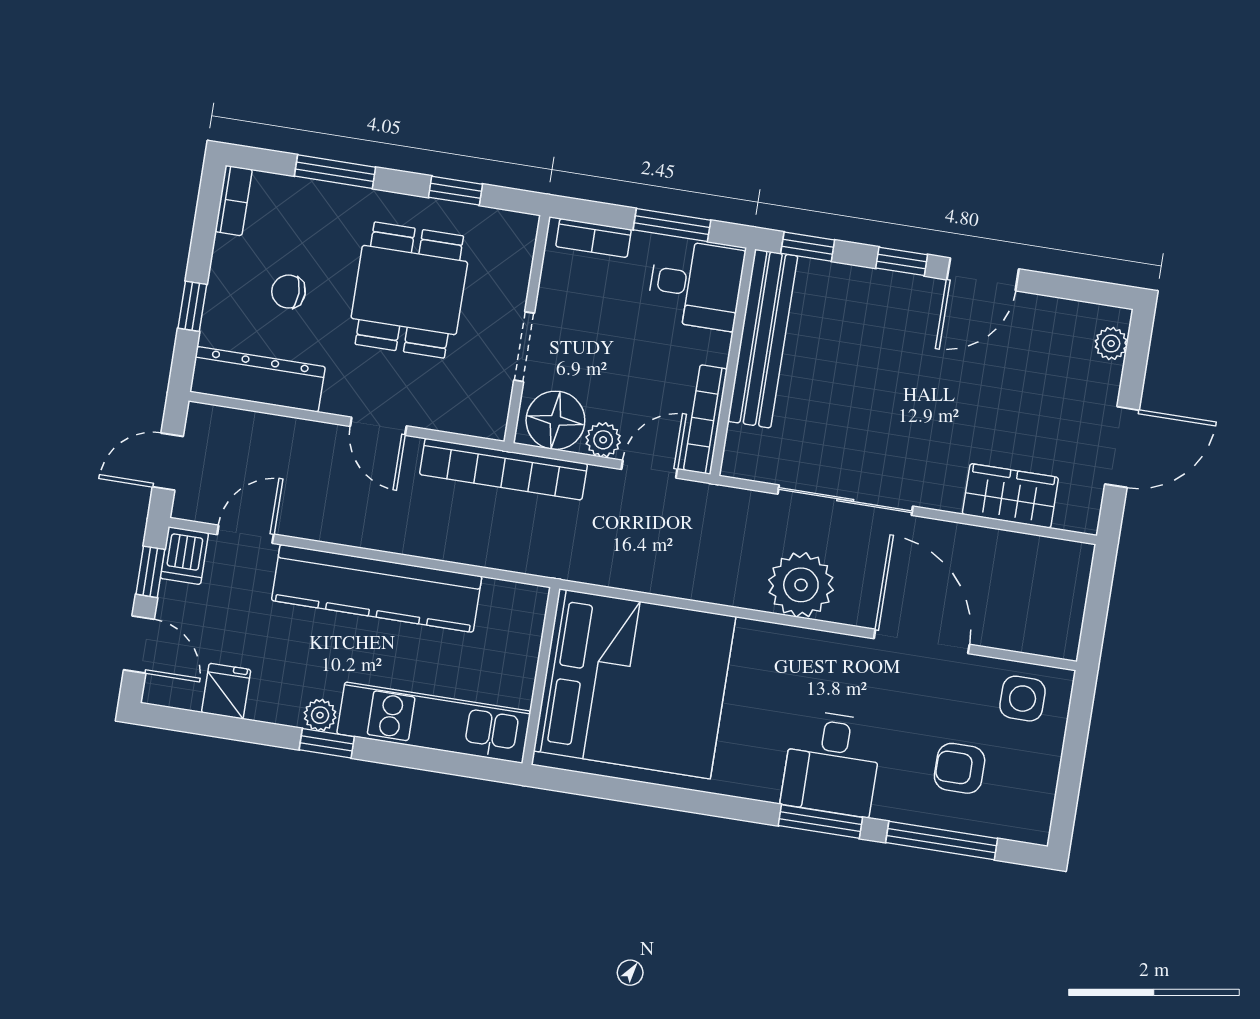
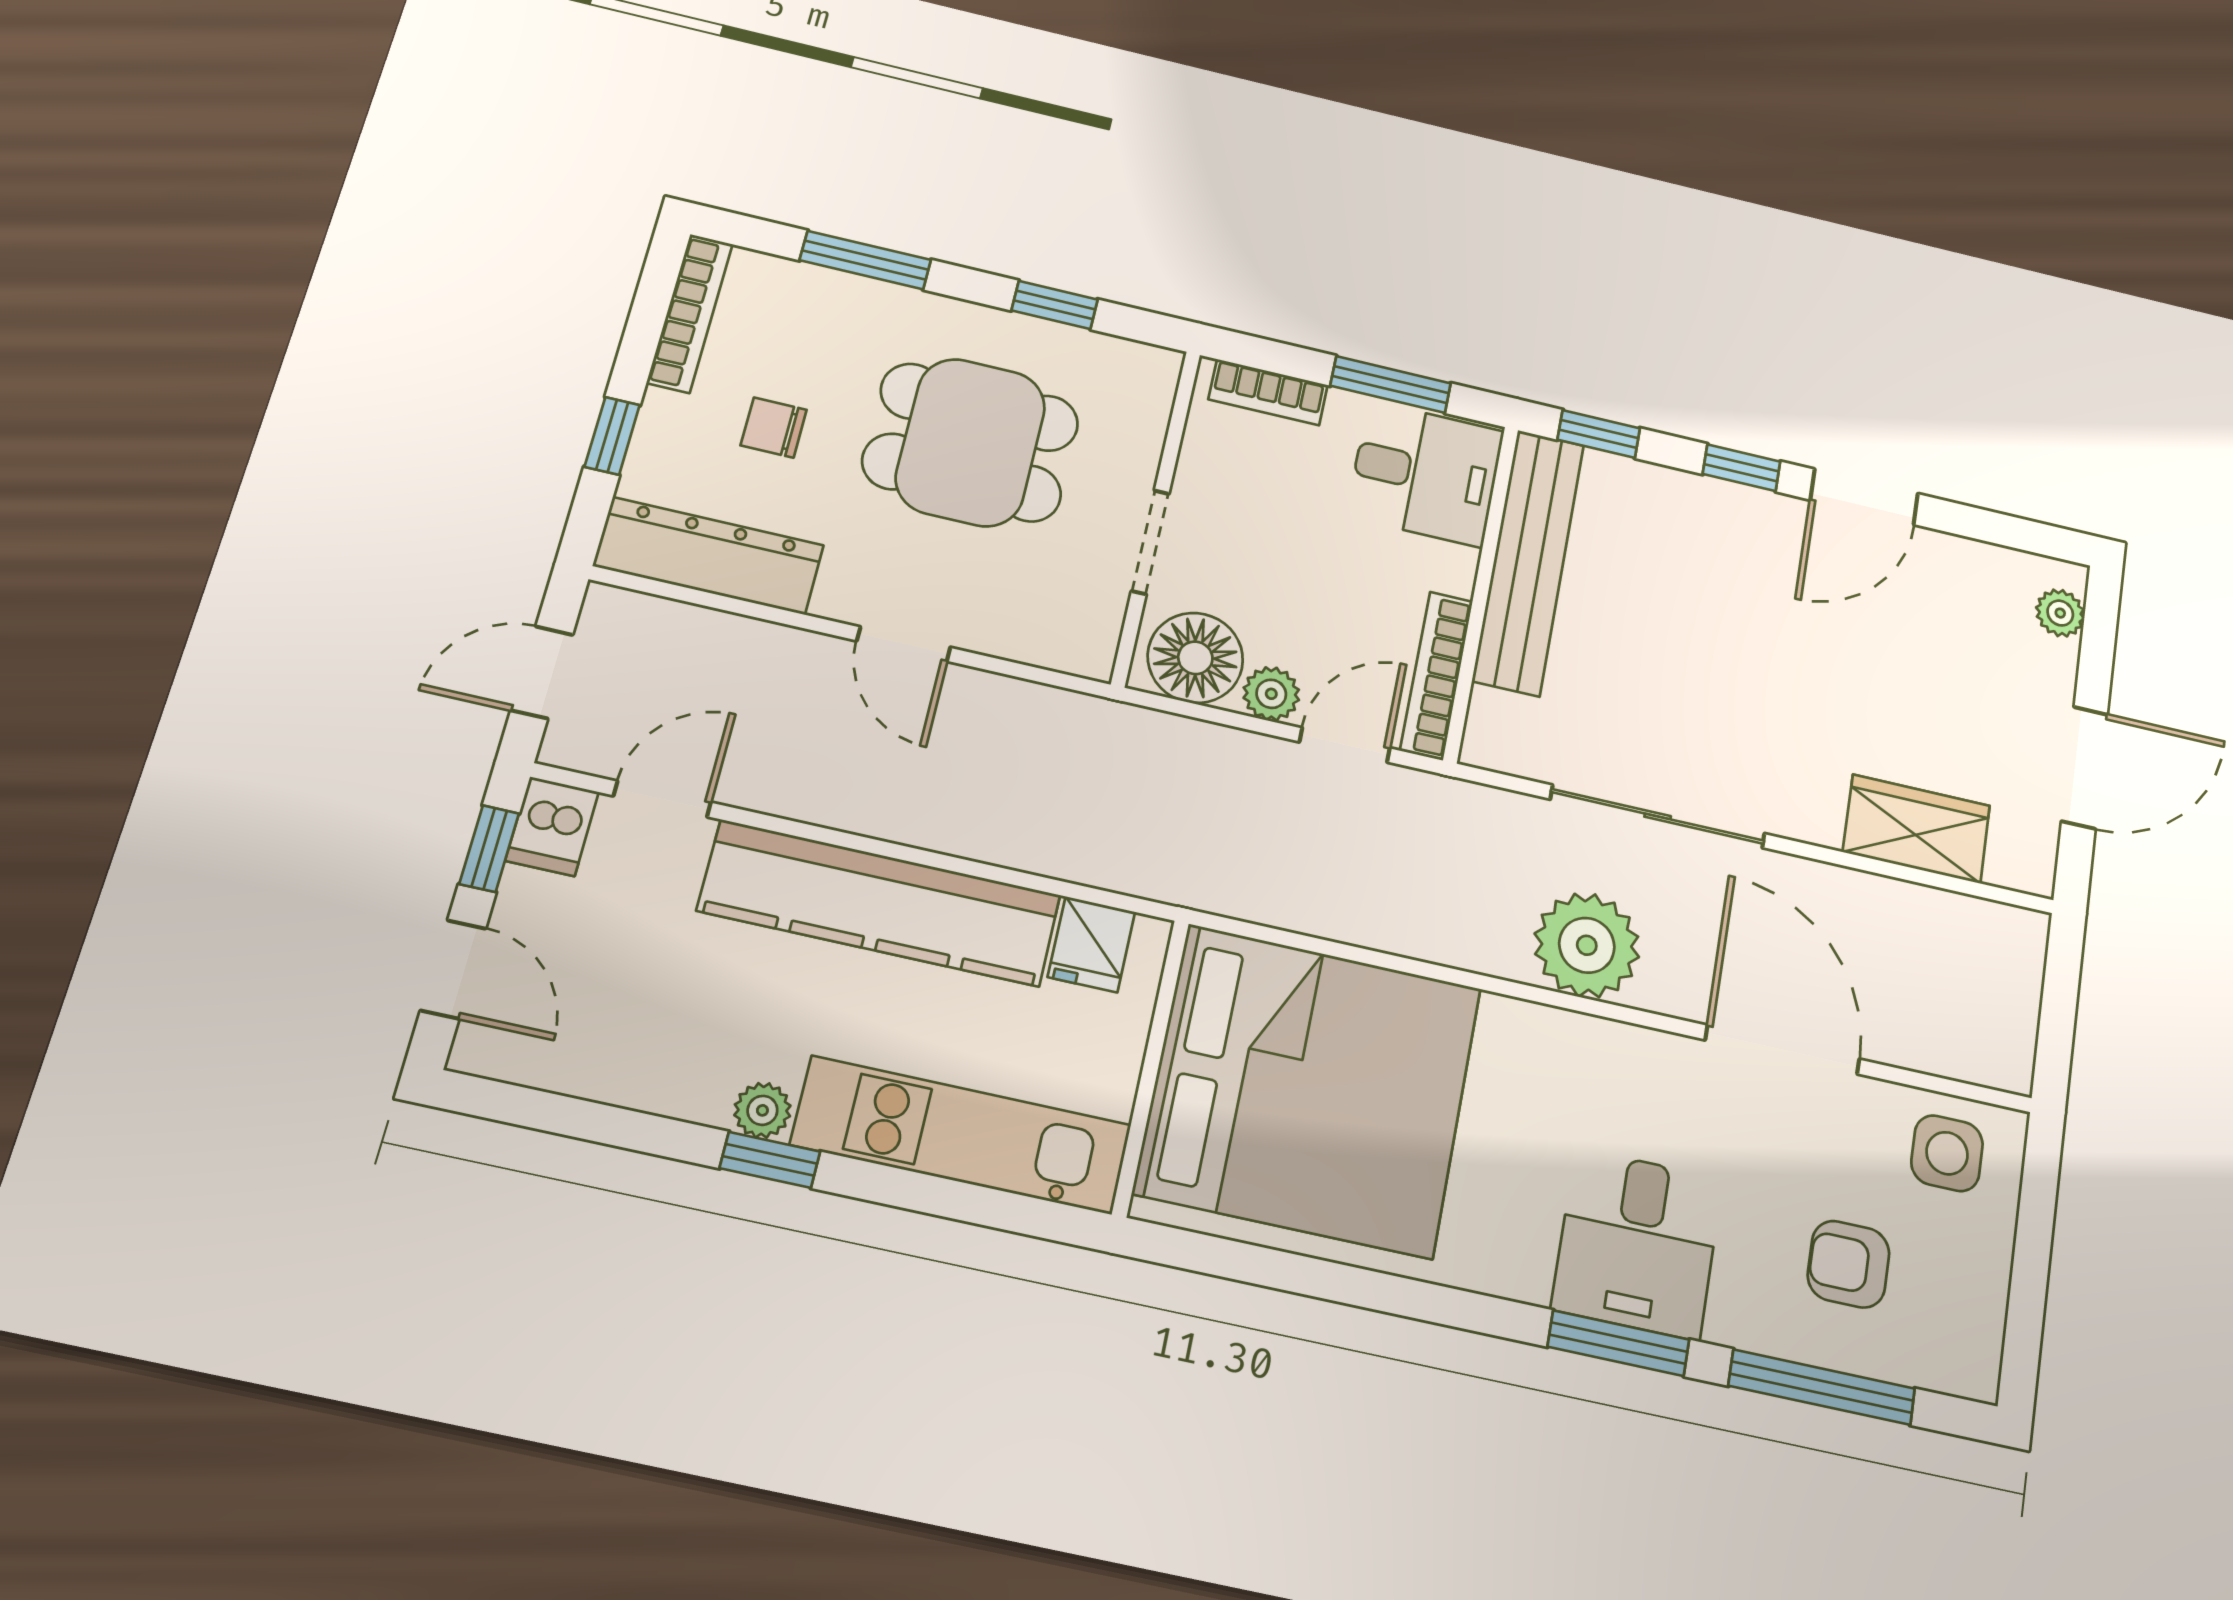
bookcase: (234, 201) -> (690, 313), width x1.56
dining table: (409, 290) -> (971, 442), turned 90
bookcase: (503, 469) -> (1106, 727), removed
fridge: (226, 691) -> (1091, 944), moved, turned 180

